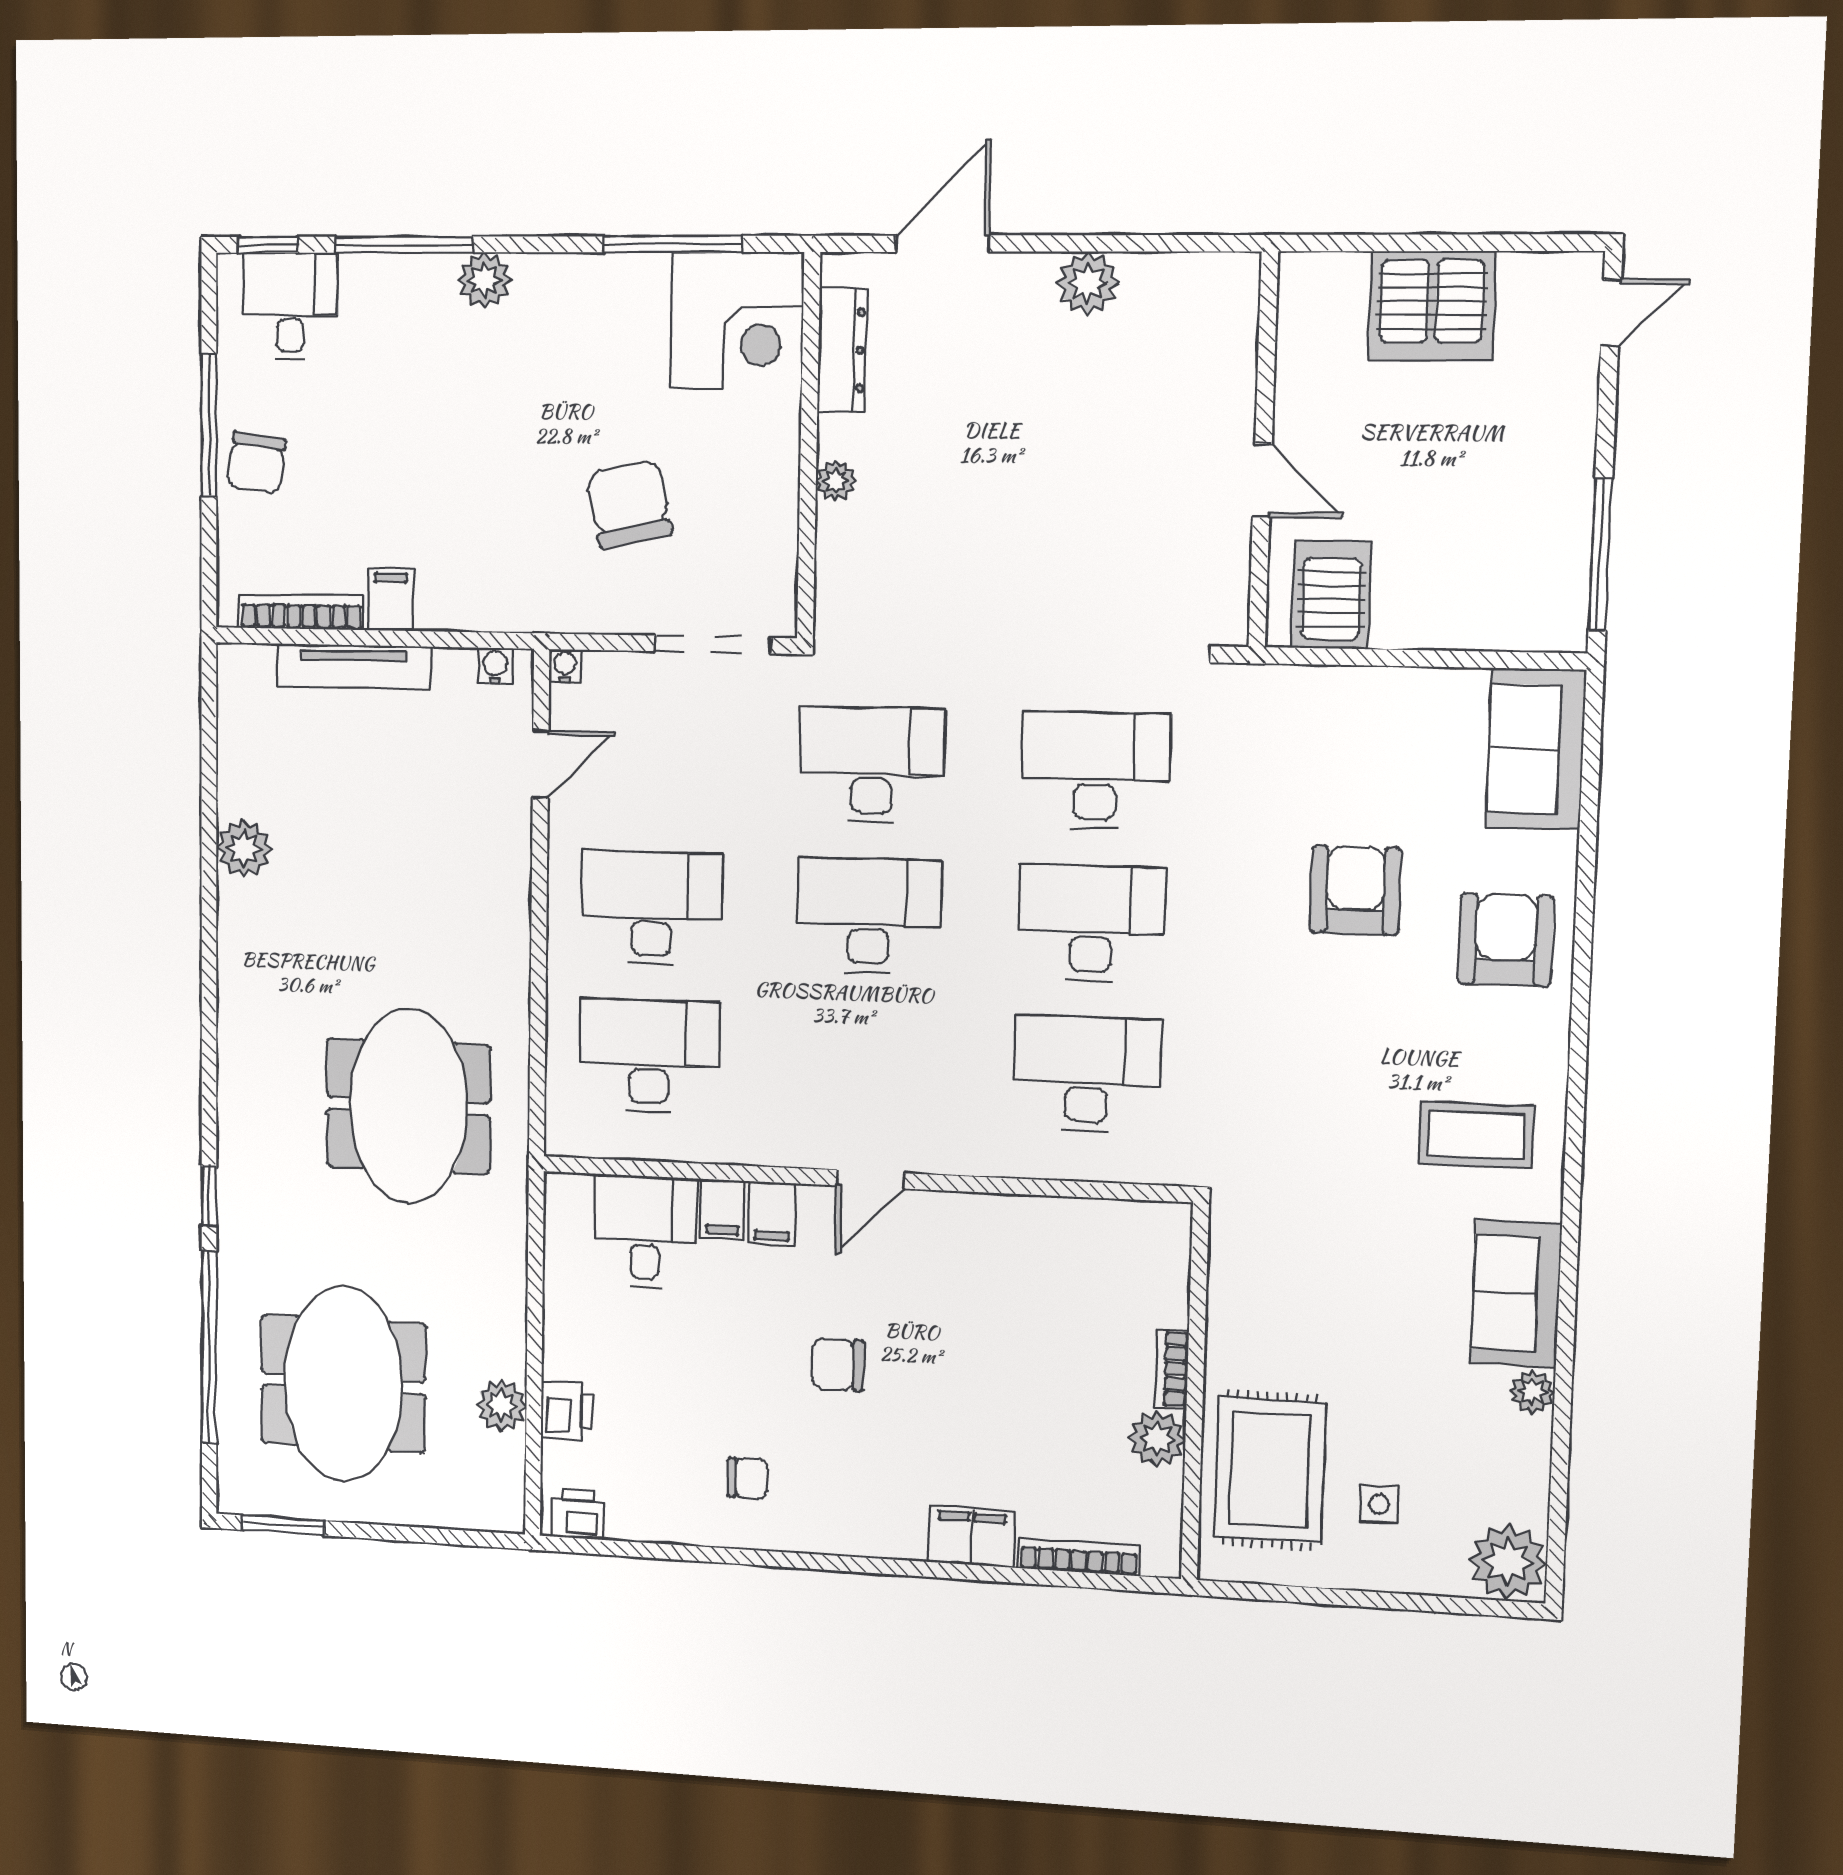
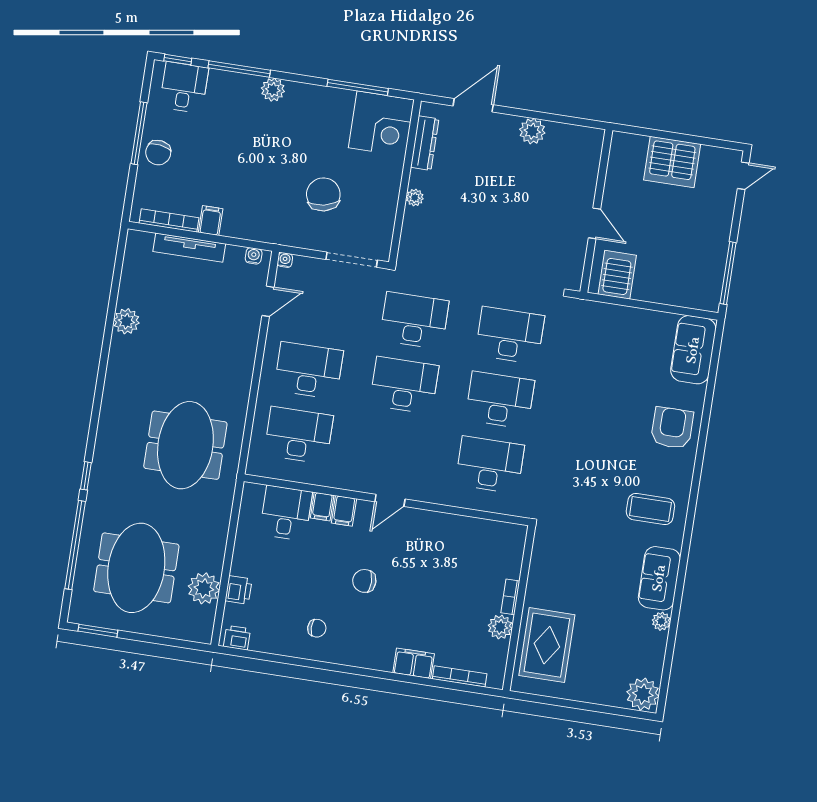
armchair: (1355, 890) -> (613, 400), removed
plant: (501, 1405) -> (204, 588), width x1.36, depth x1.36
side table: (1379, 1504) -> (591, 664), removed

